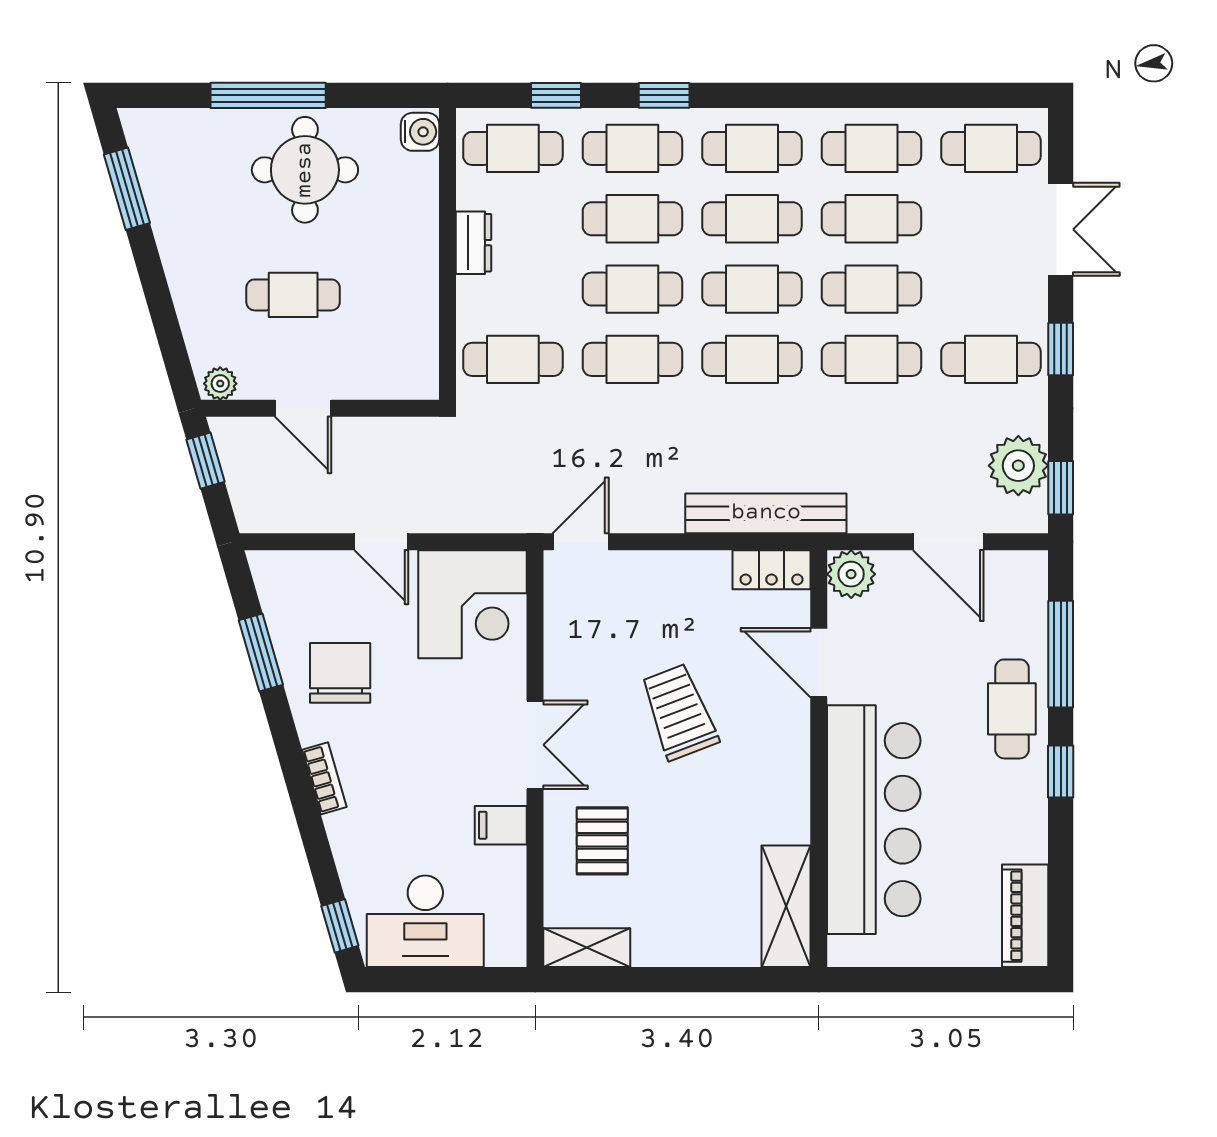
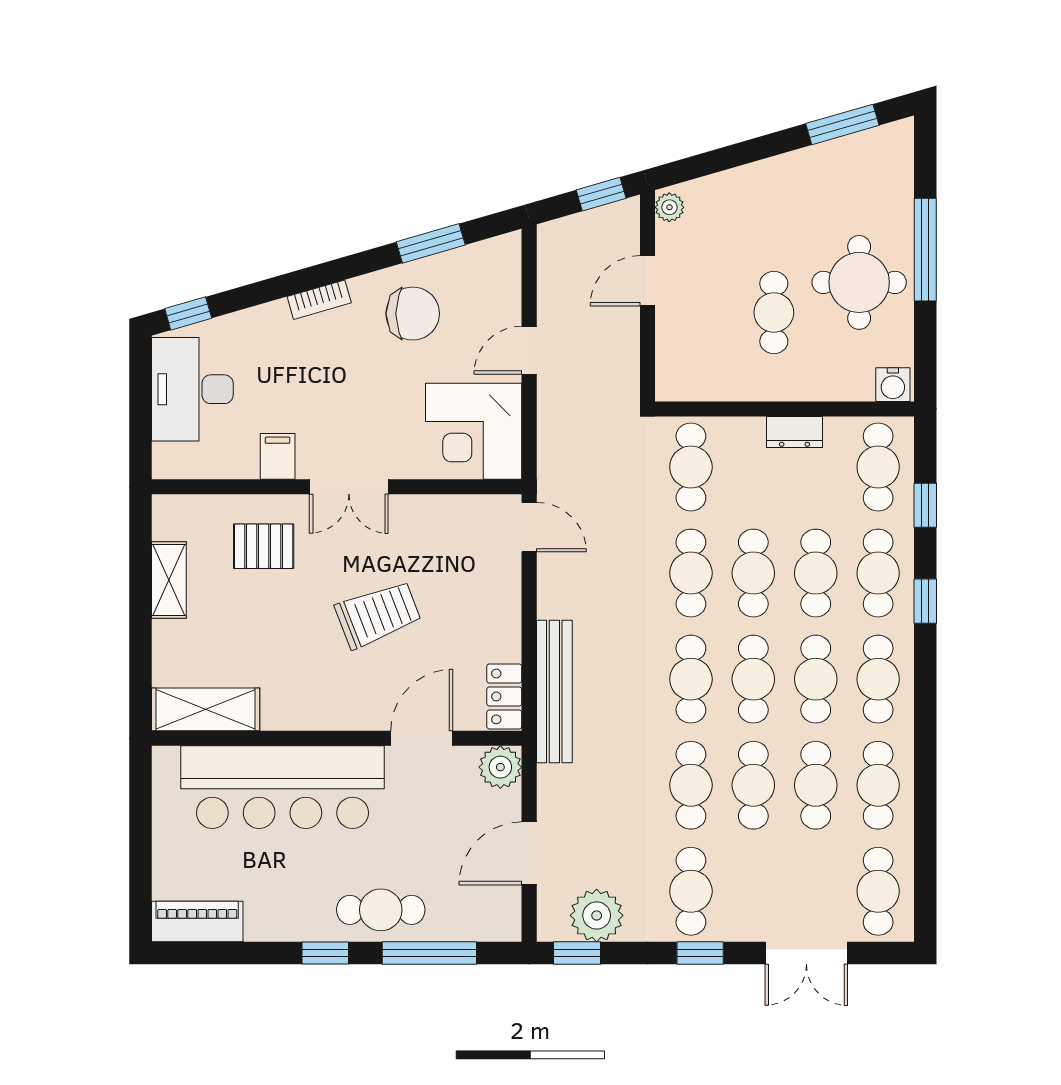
cafe table: (293, 295) -> (774, 312), moved
shelving: (587, 948) -> (169, 580), moved

